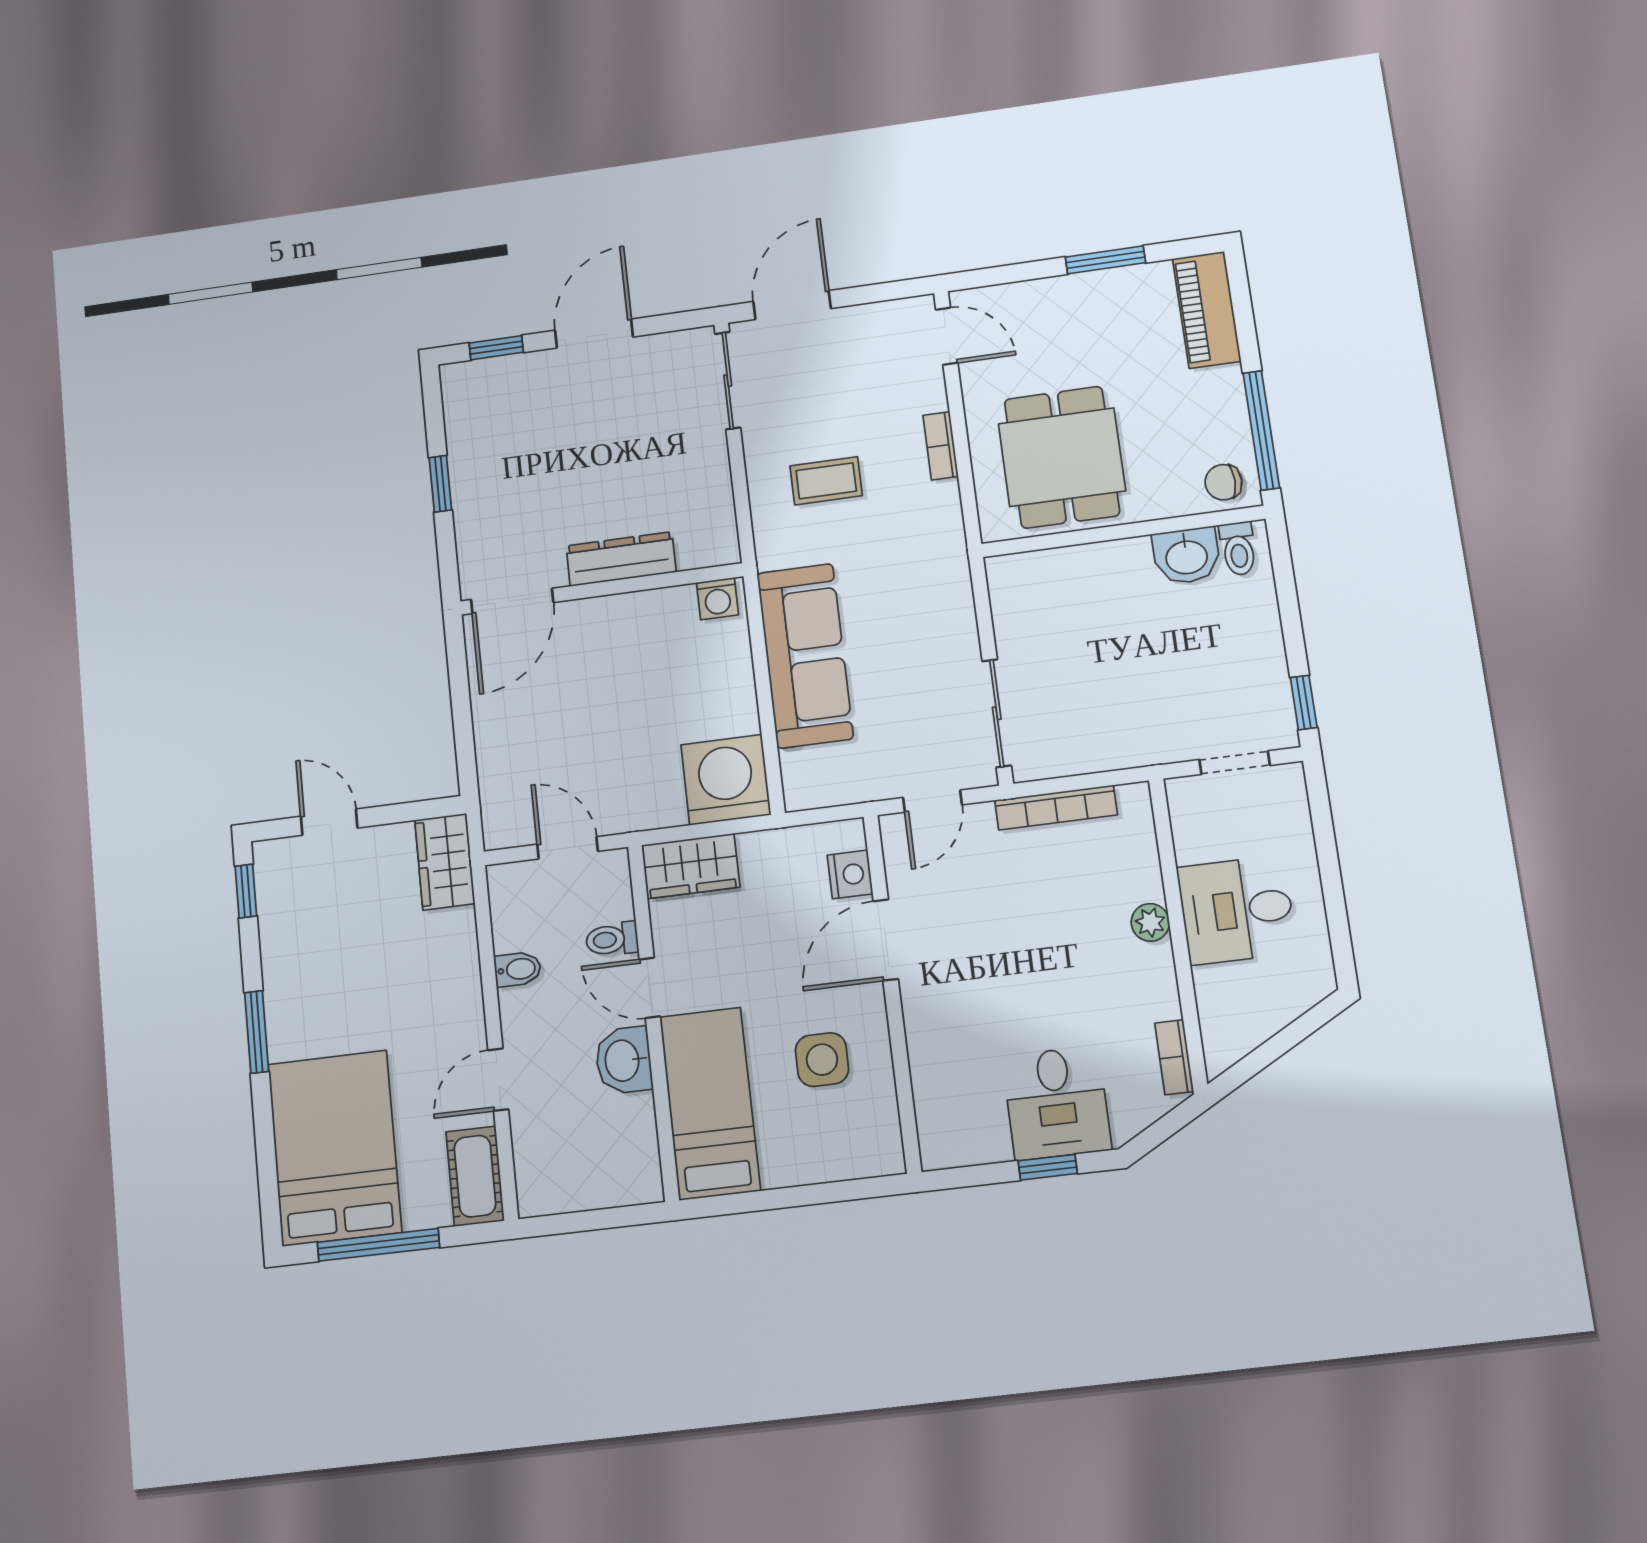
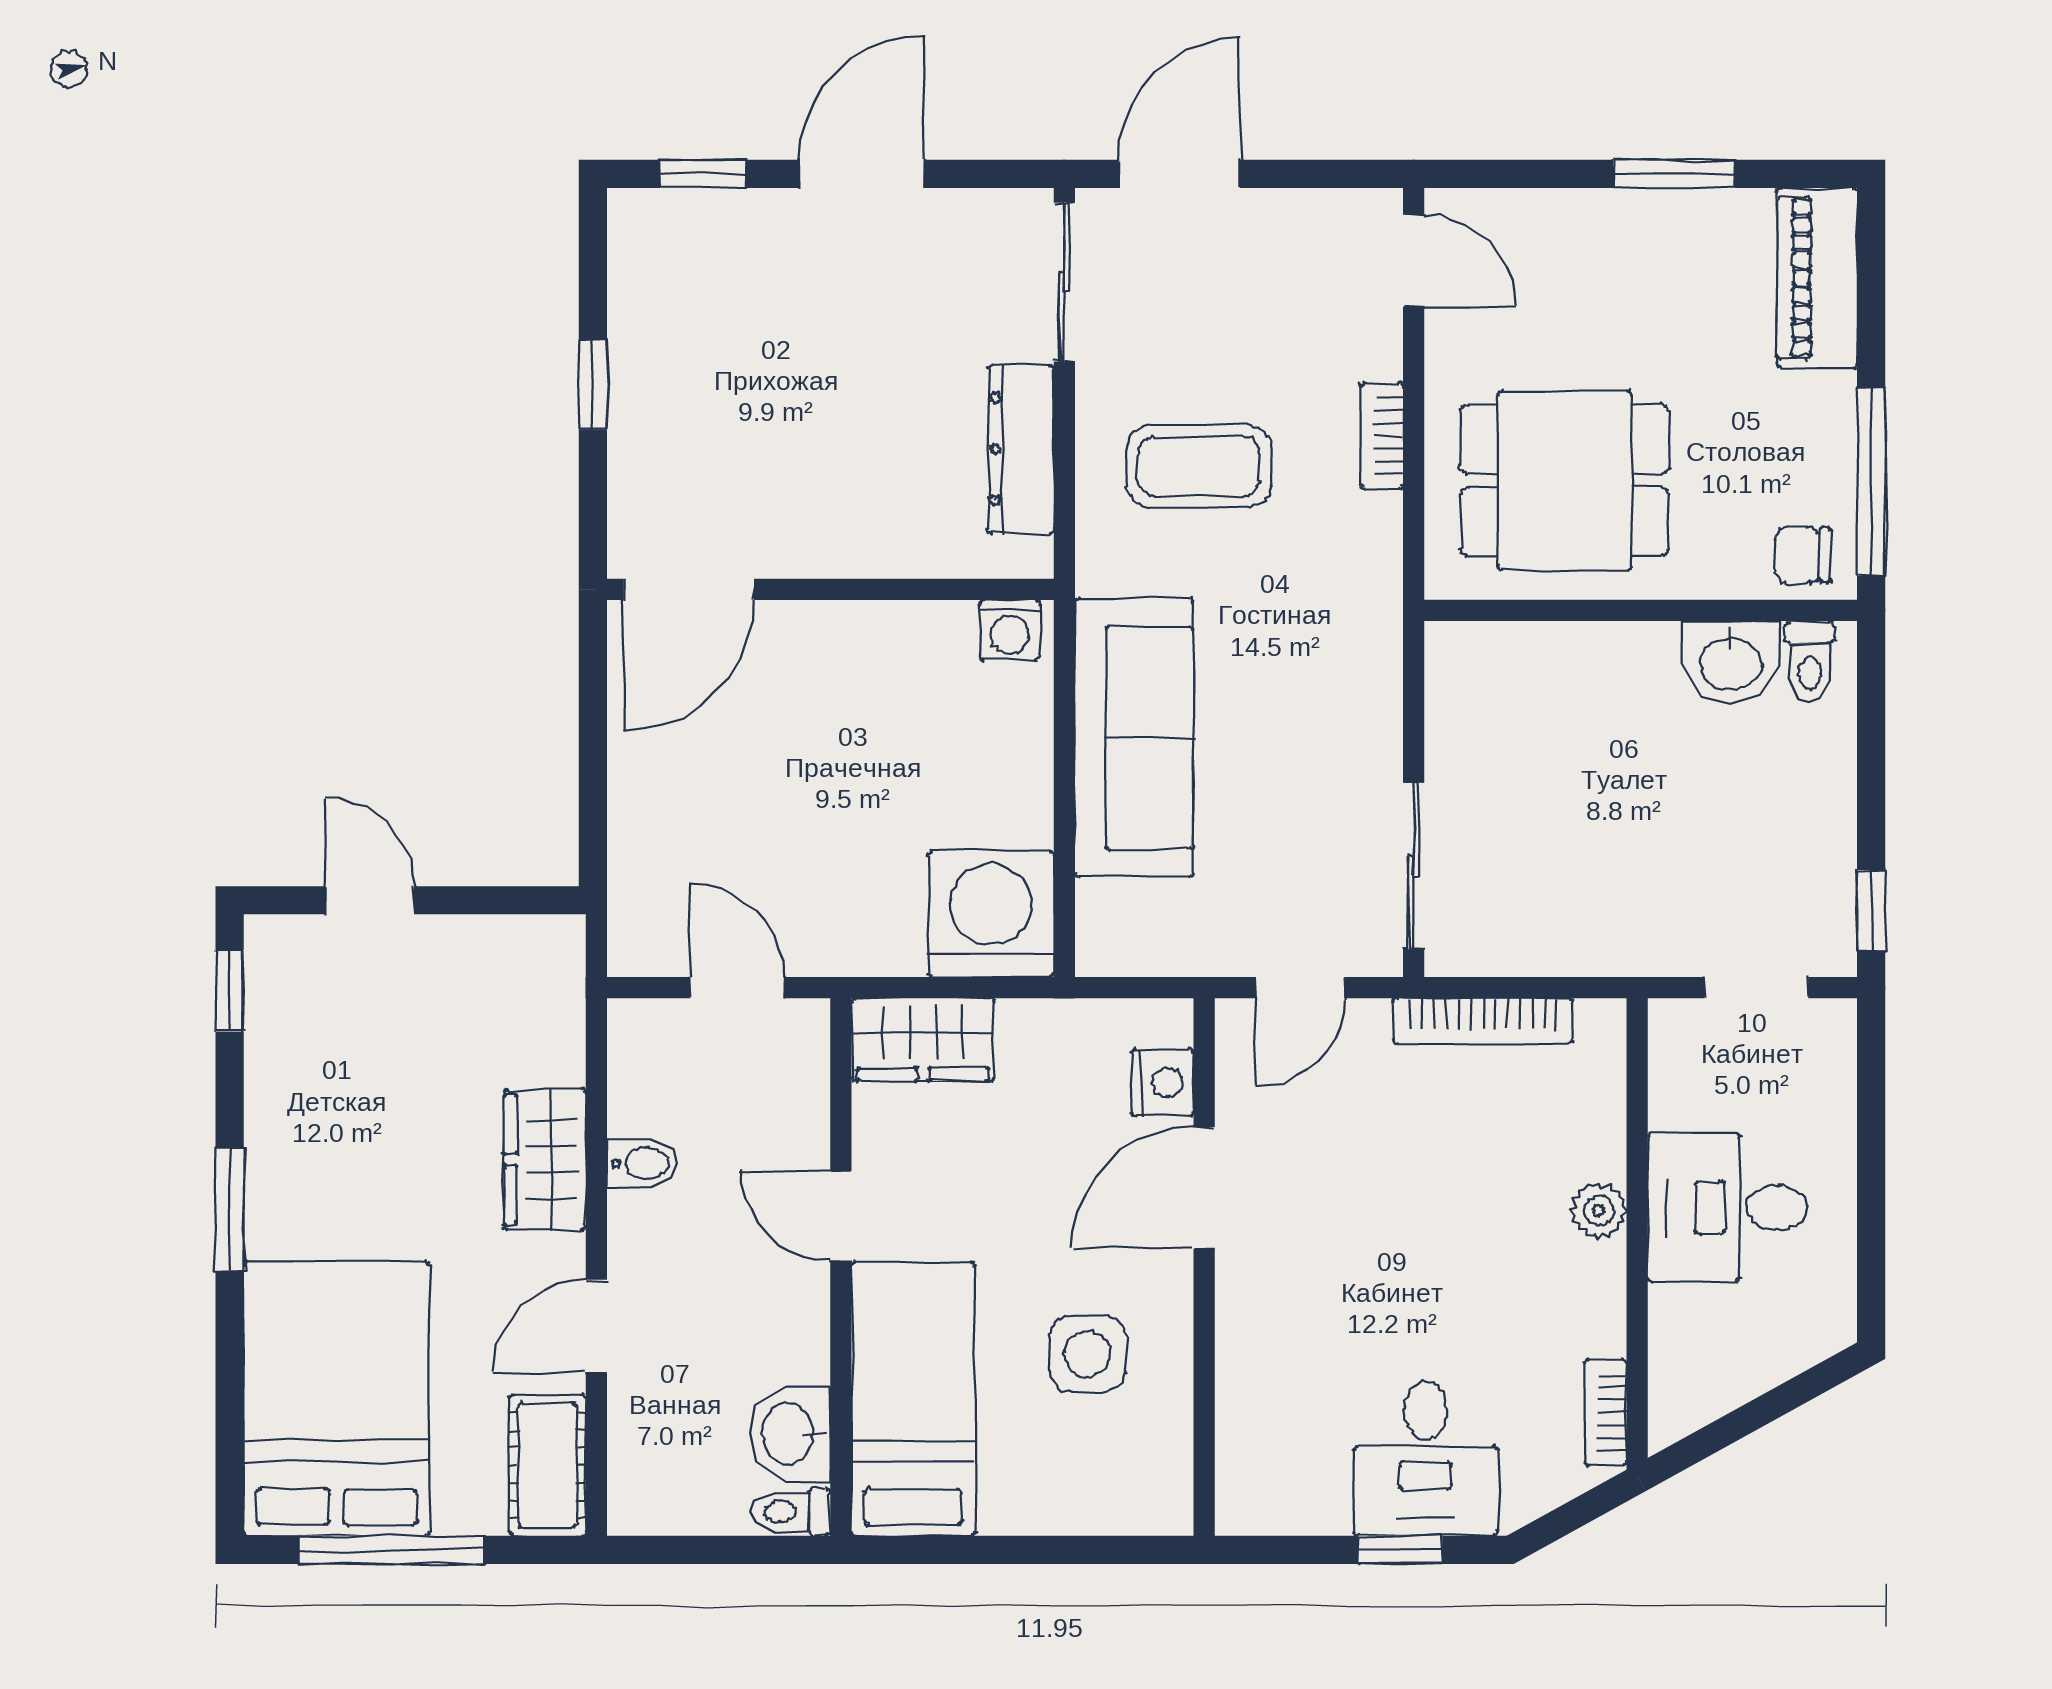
dining table: (1062, 457) -> (1565, 480), turned 90
coffee table: (826, 481) -> (1199, 466), width x1.36, depth x1.30
dresser: (621, 559) -> (1021, 449), moved, turned -90
wardrobe: (445, 862) -> (545, 1160), moved
toilet: (612, 939) -> (791, 1512), moved
washbasin: (624, 1060) -> (790, 1434), moved

